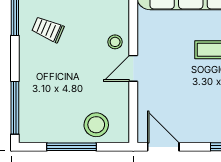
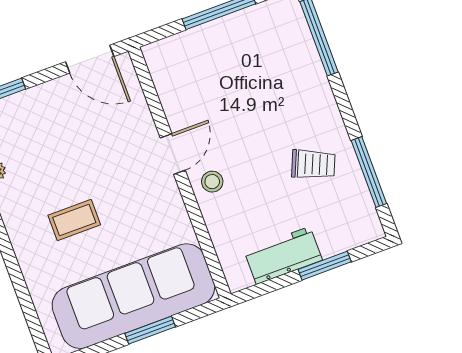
stool: (96, 125) -> (196, 55), removed

